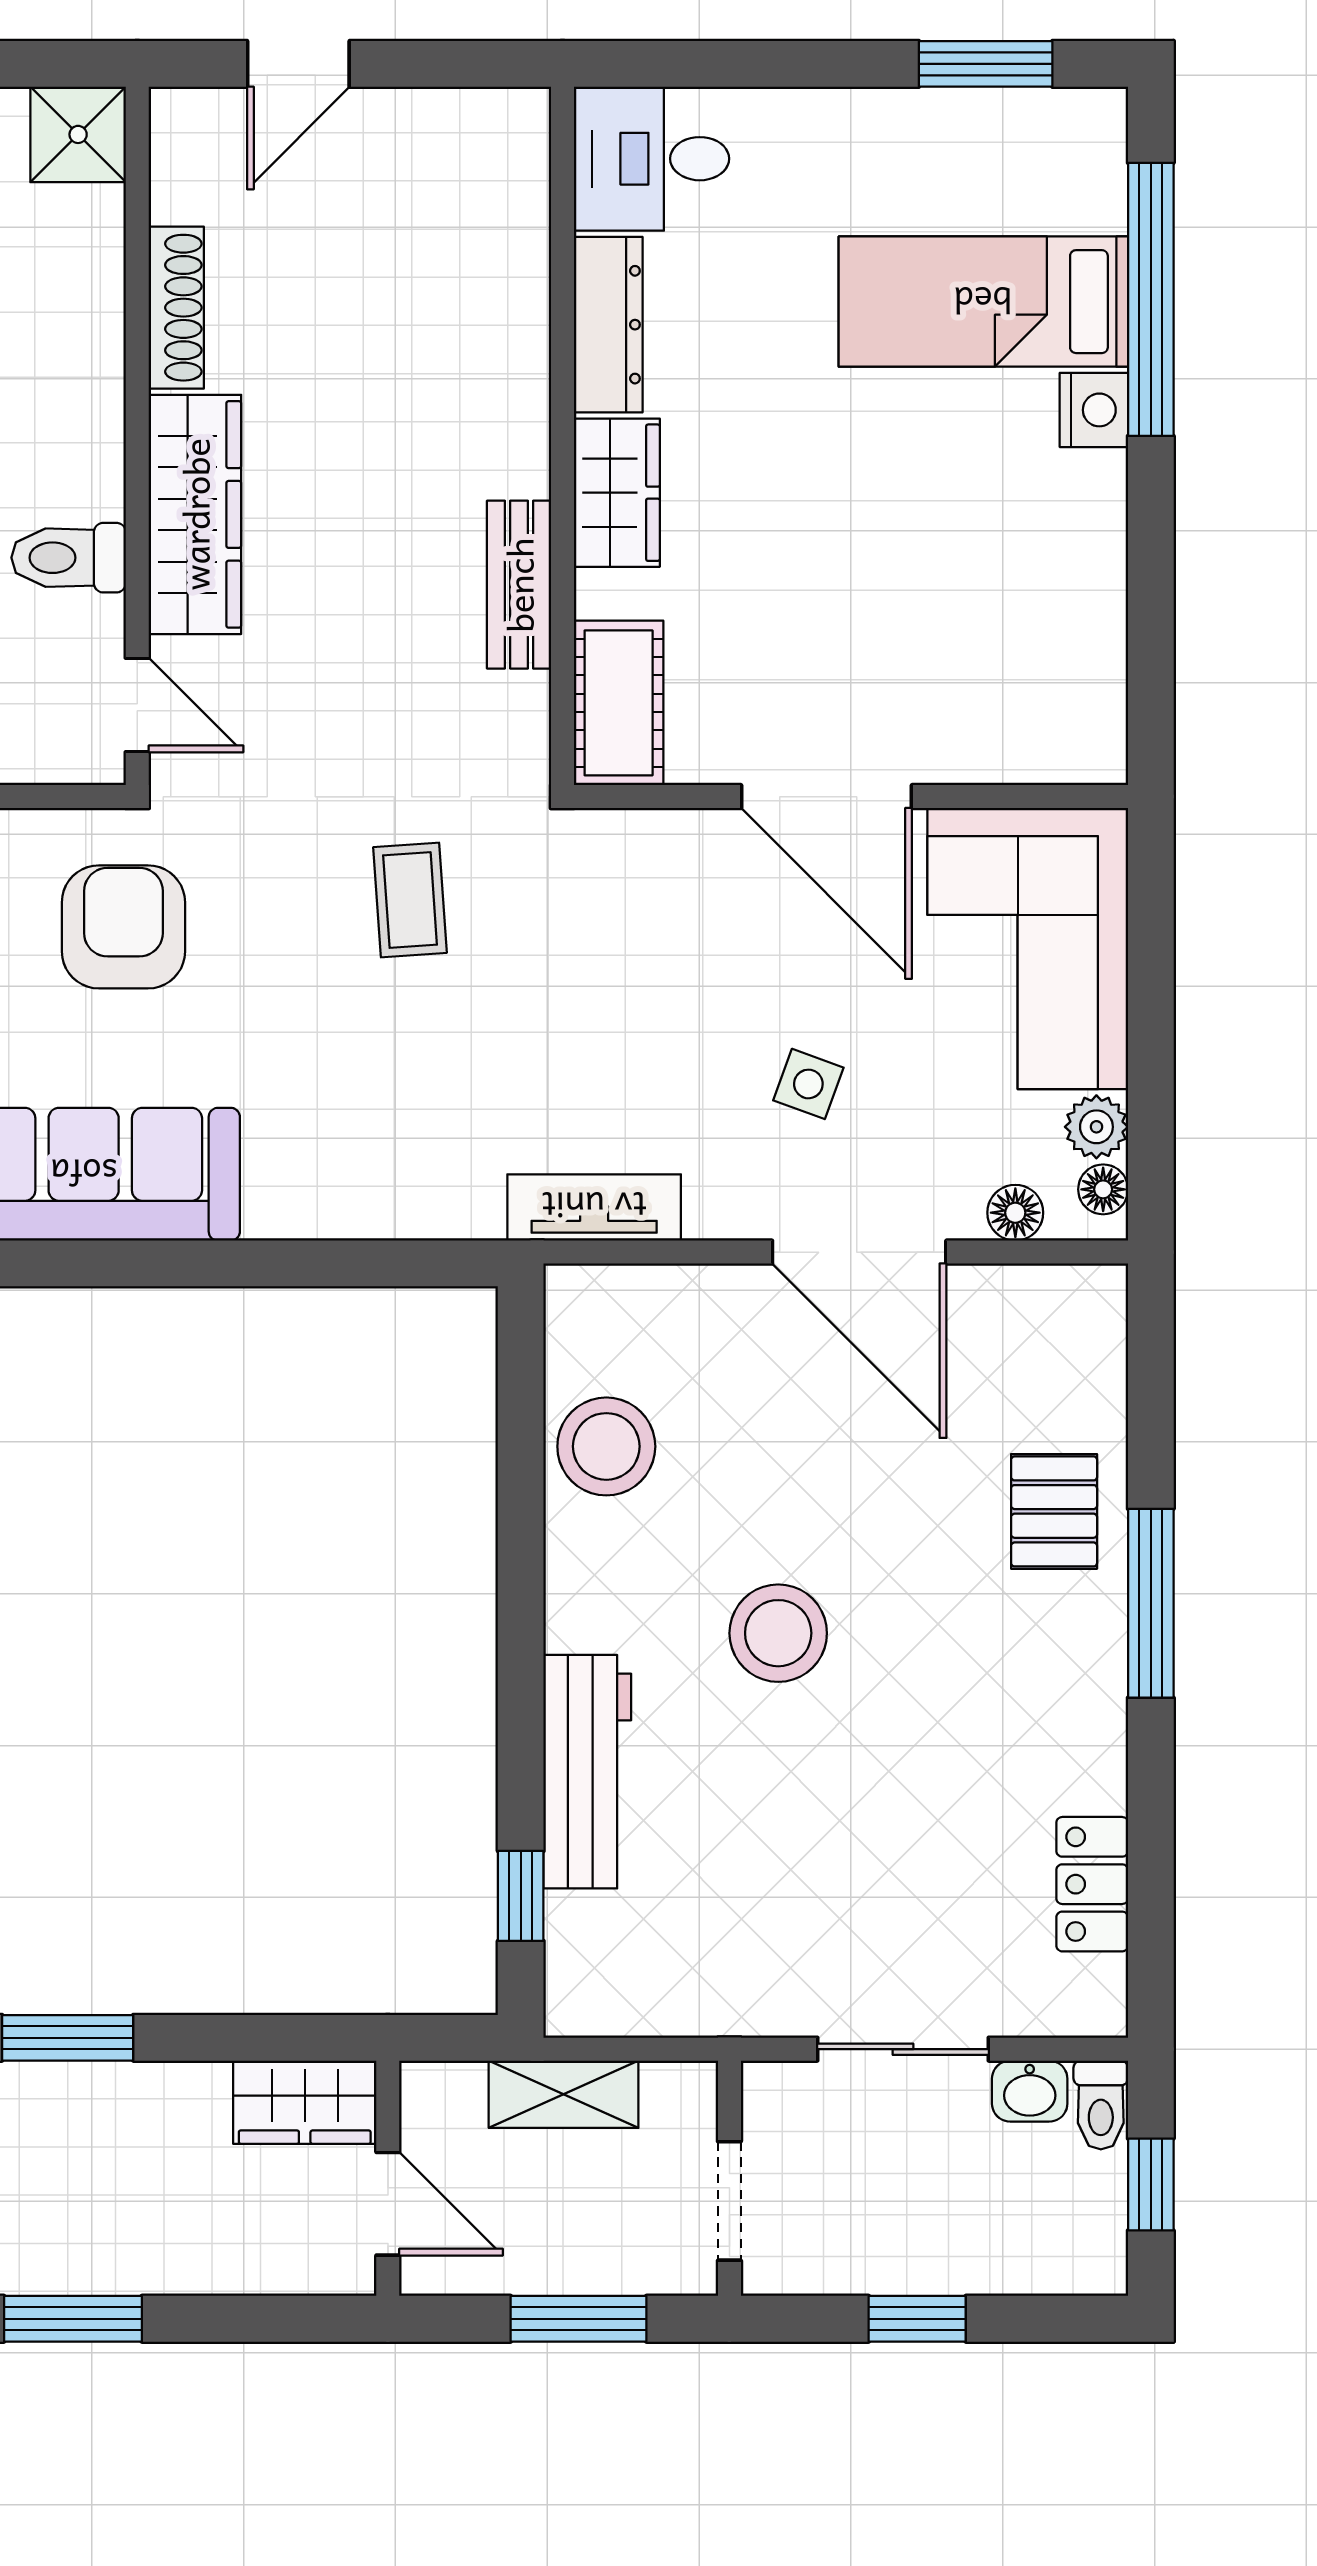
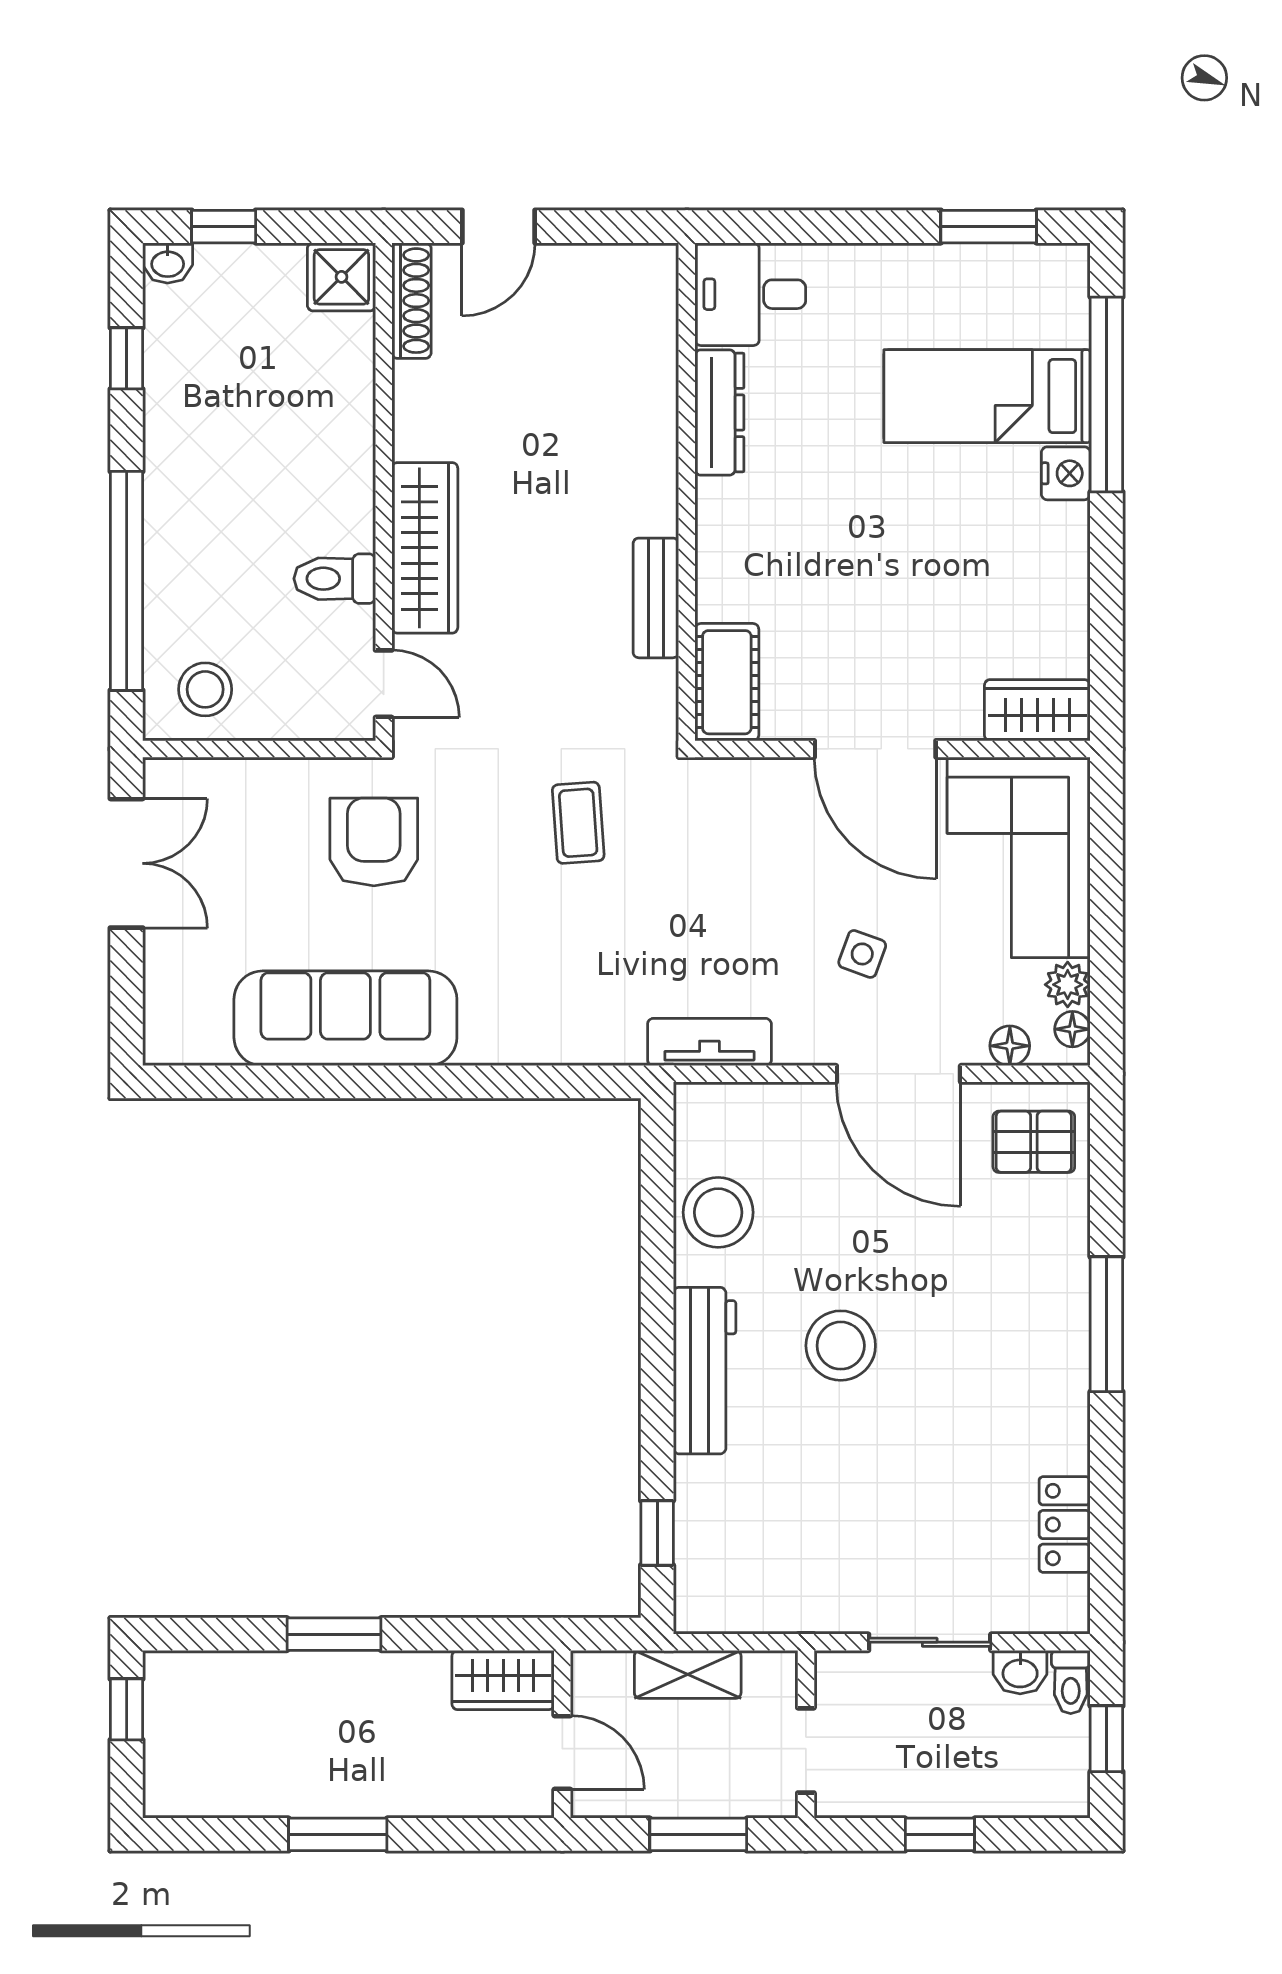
shoe rack: (176, 308) -> (411, 301), moved
wardrobe: (617, 493) -> (1037, 710), moved, turned -90
pallet: (1054, 1511) -> (1034, 1142), moved, turned 90
workbench: (587, 1772) -> (705, 1371), moved

